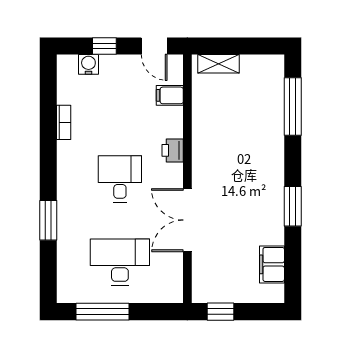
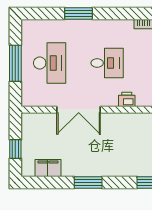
double door: (187, 220) -> (79, 110), swing flipped
window: (102, 312) -> (15, 63), moved
window: (220, 312) -> (15, 149), moved

